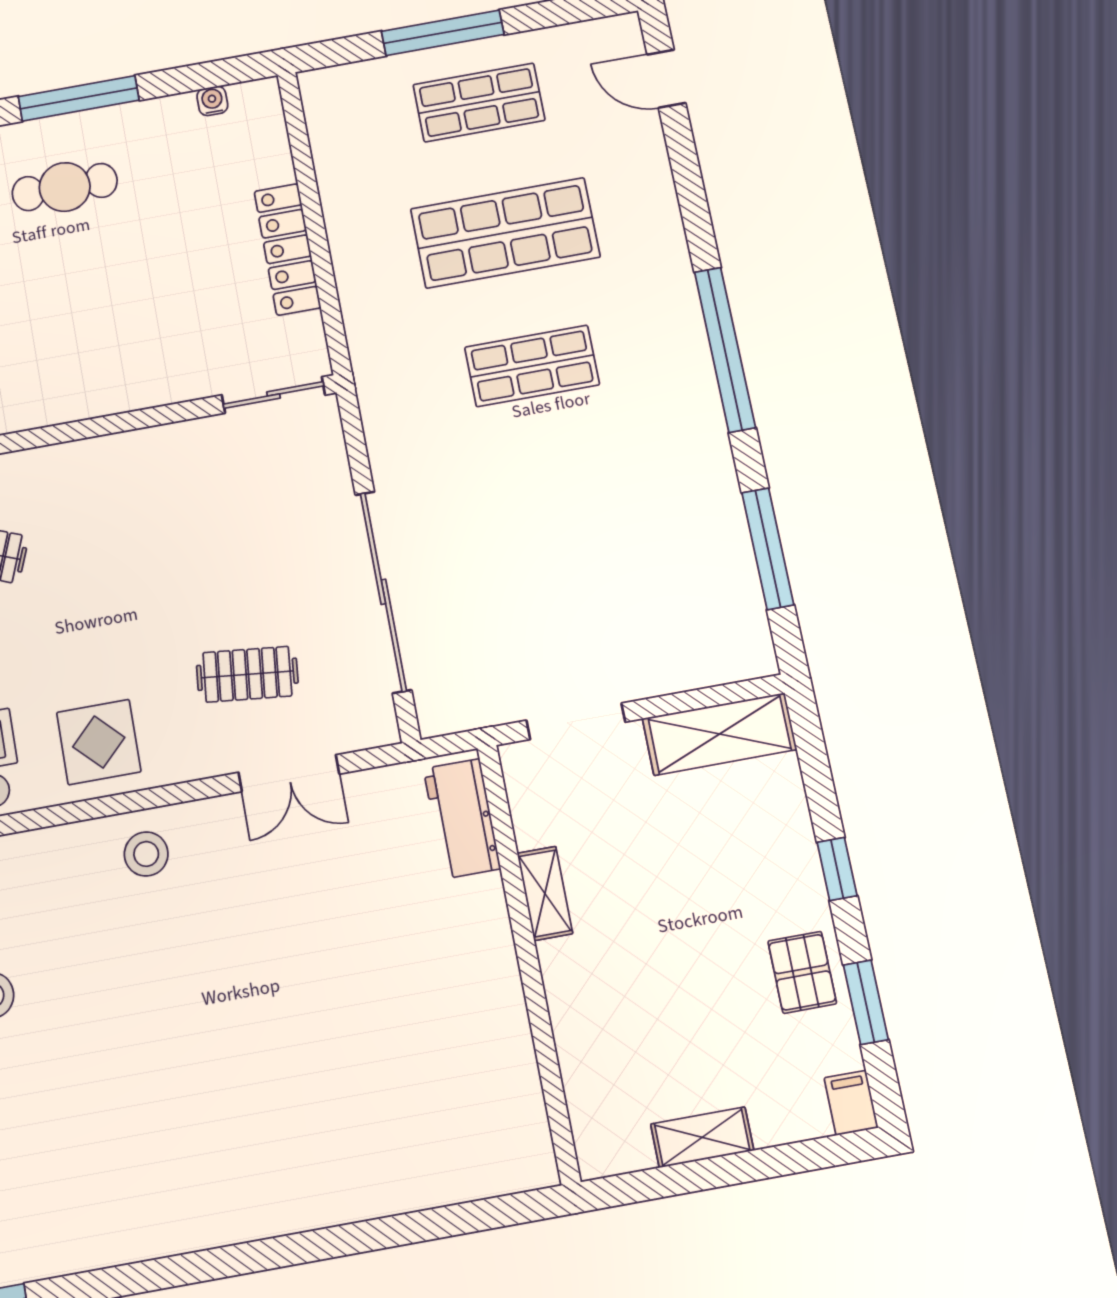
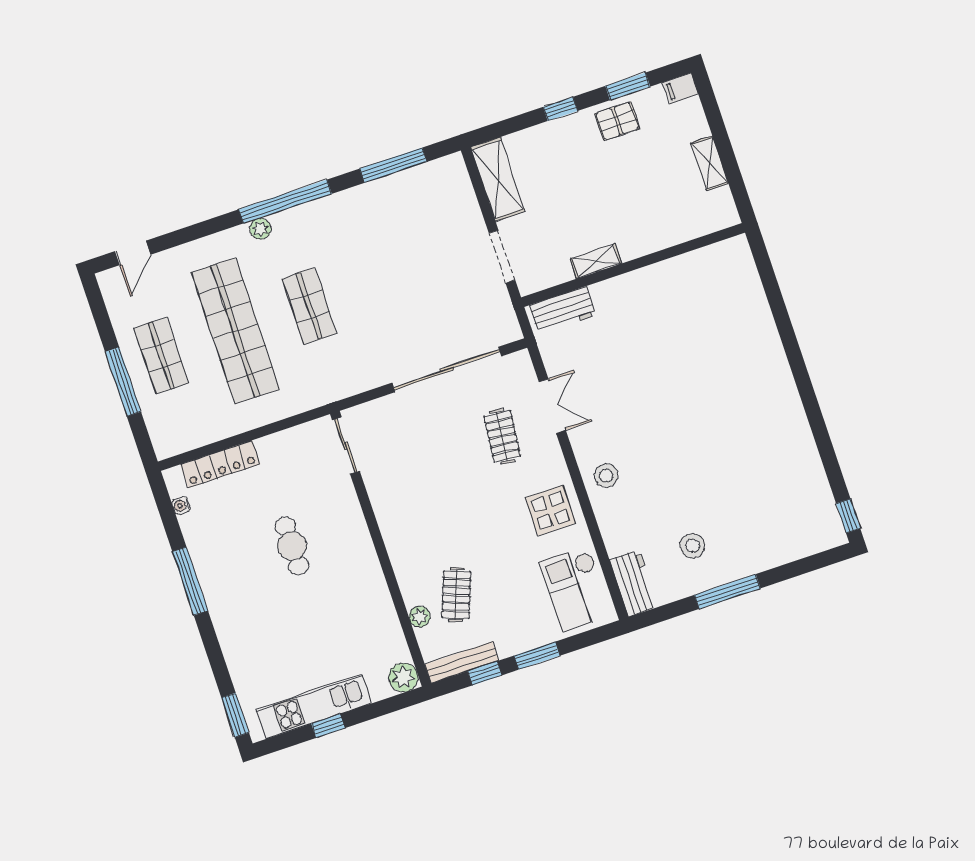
cafe table: (65, 187) -> (292, 546), moved
shop shelf: (505, 233) -> (235, 331), width x1.40
locker: (287, 249) -> (220, 464), moved
plant: (681, 300) -> (260, 229), added

